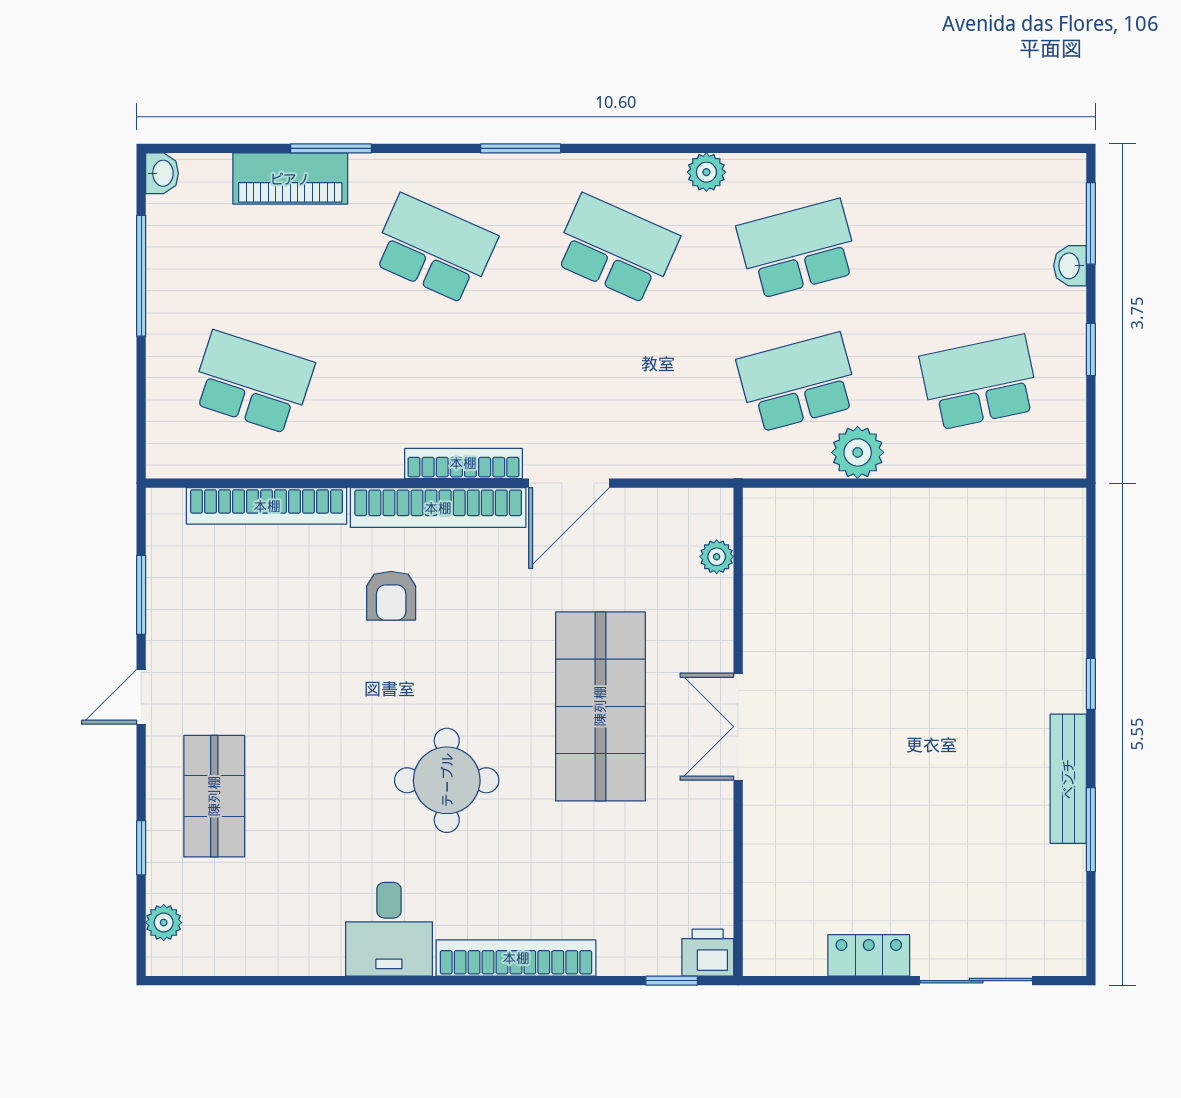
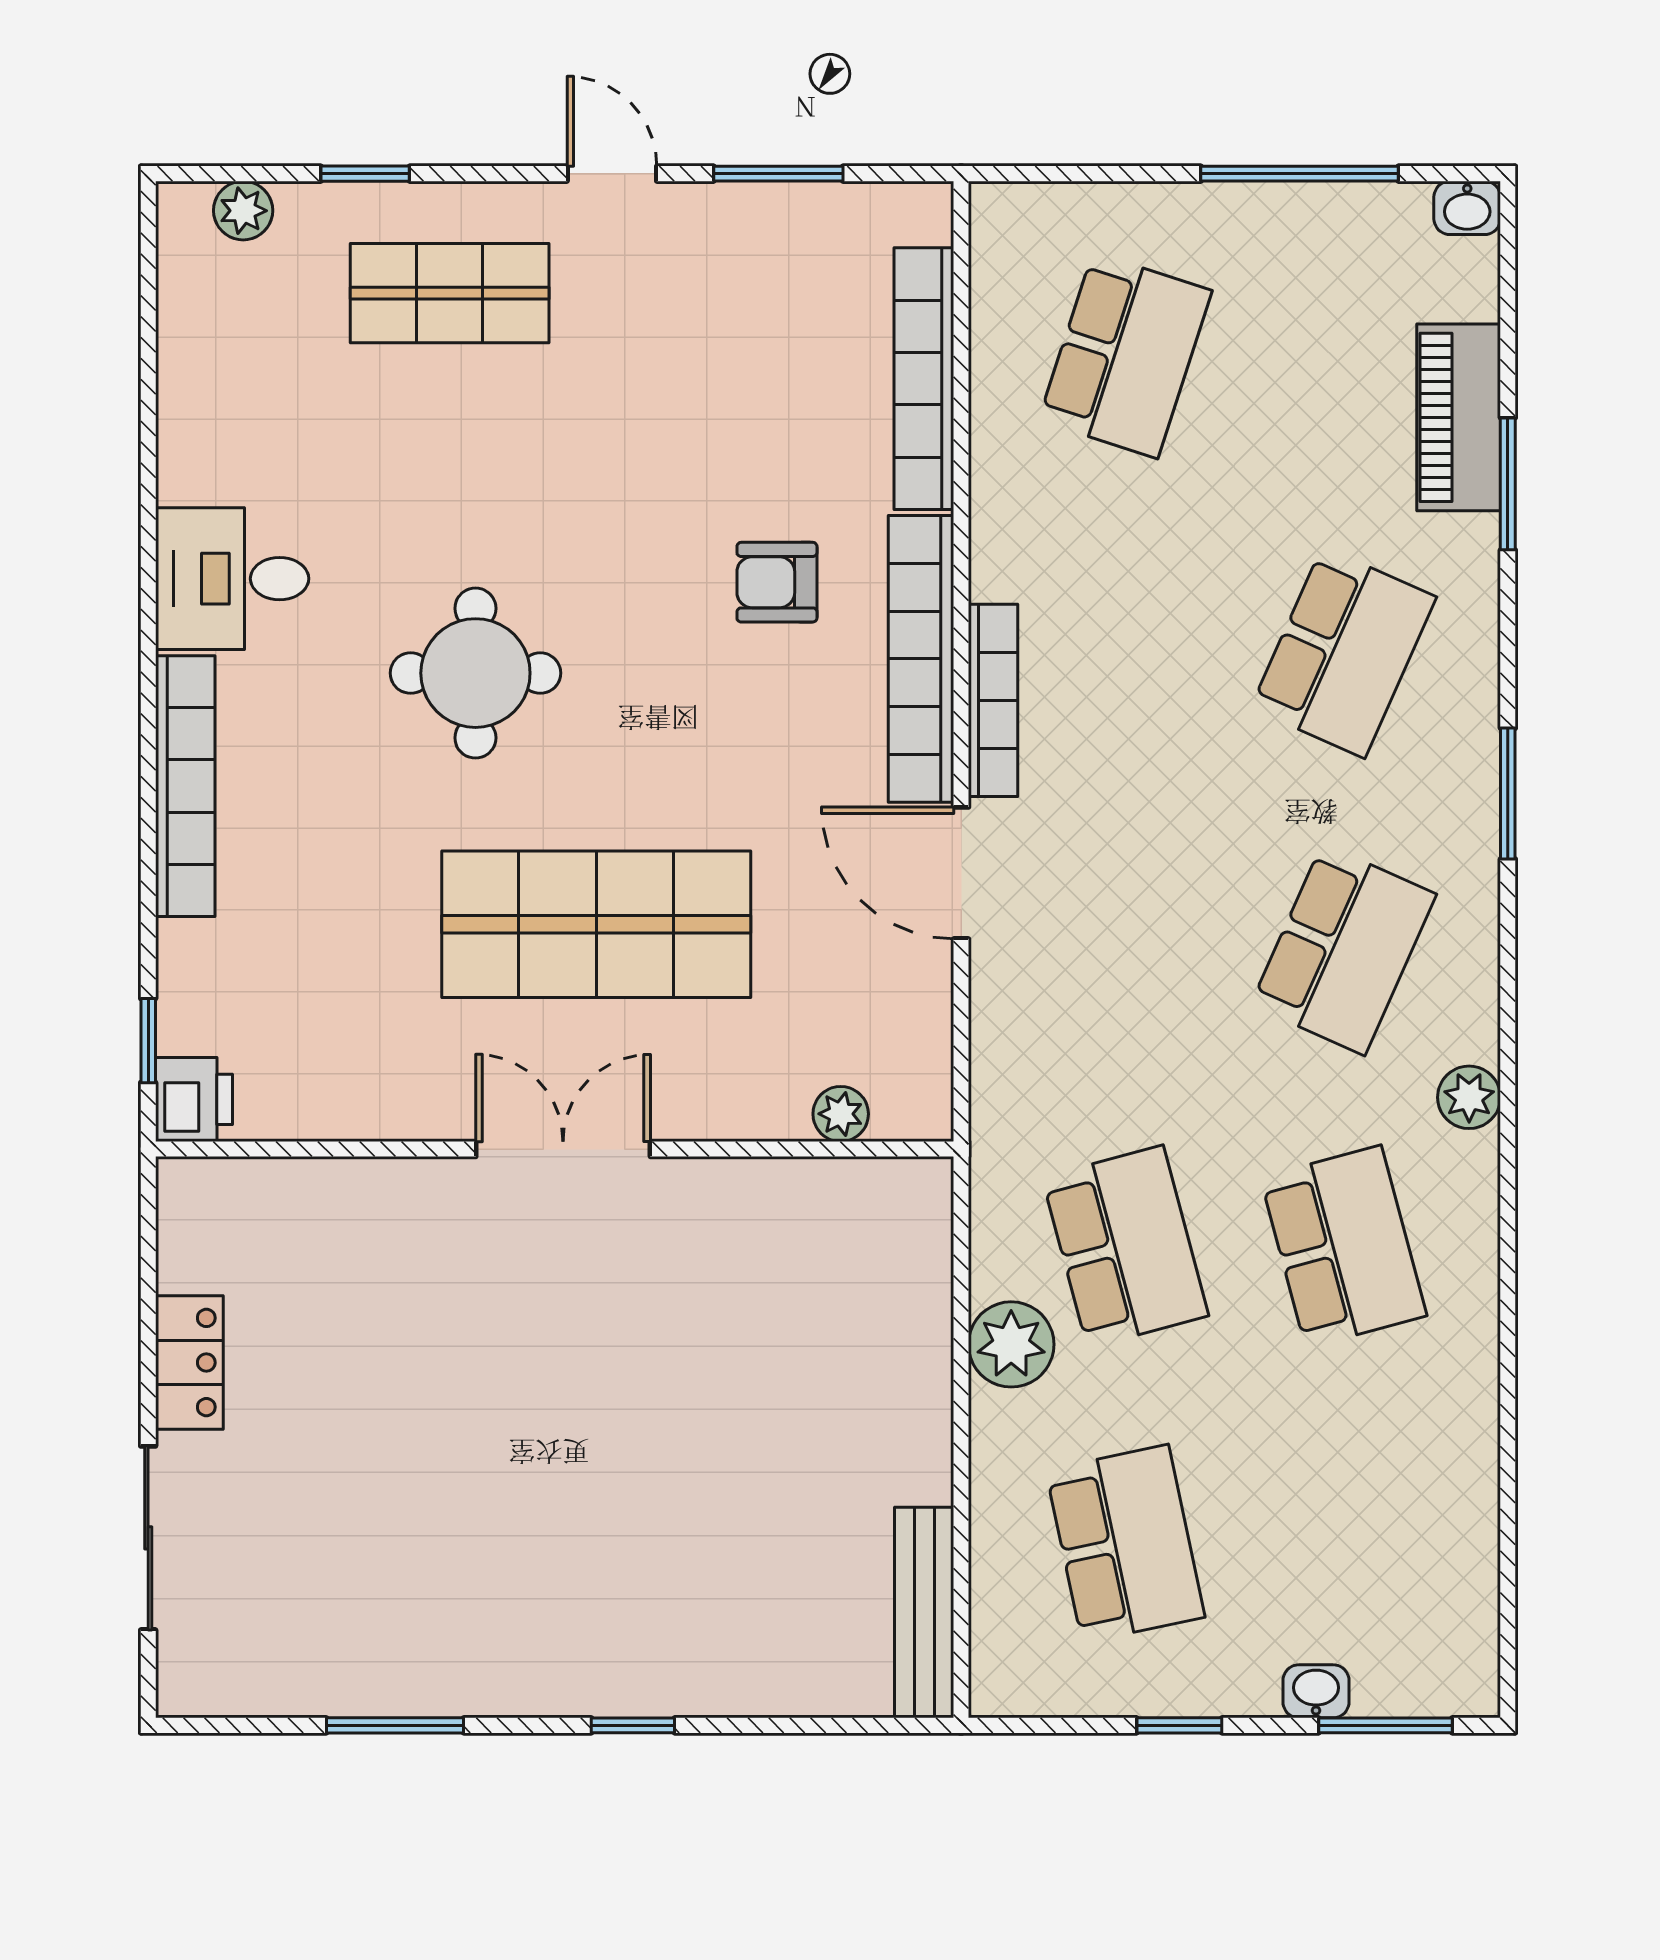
bench: (1068, 779) -> (924, 1613), moved, turned 90

